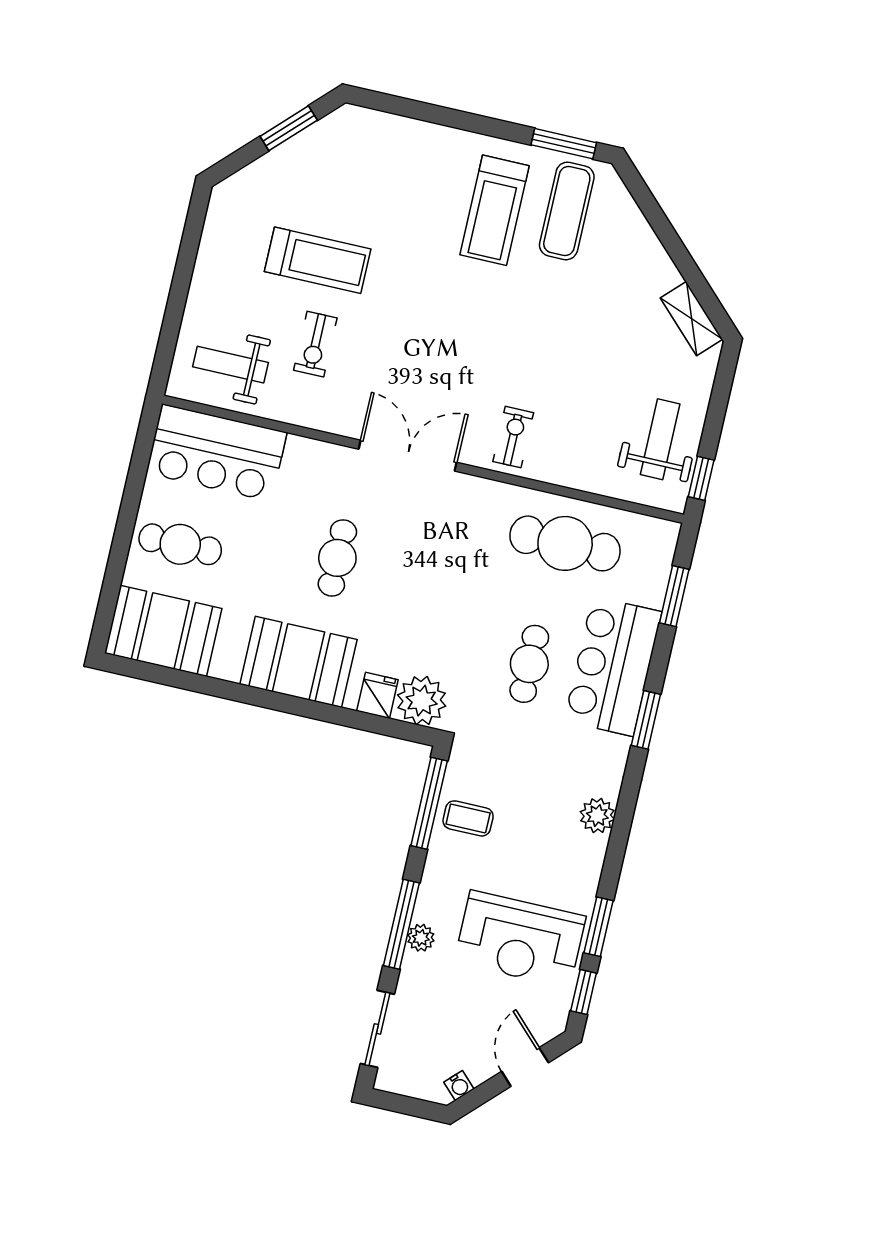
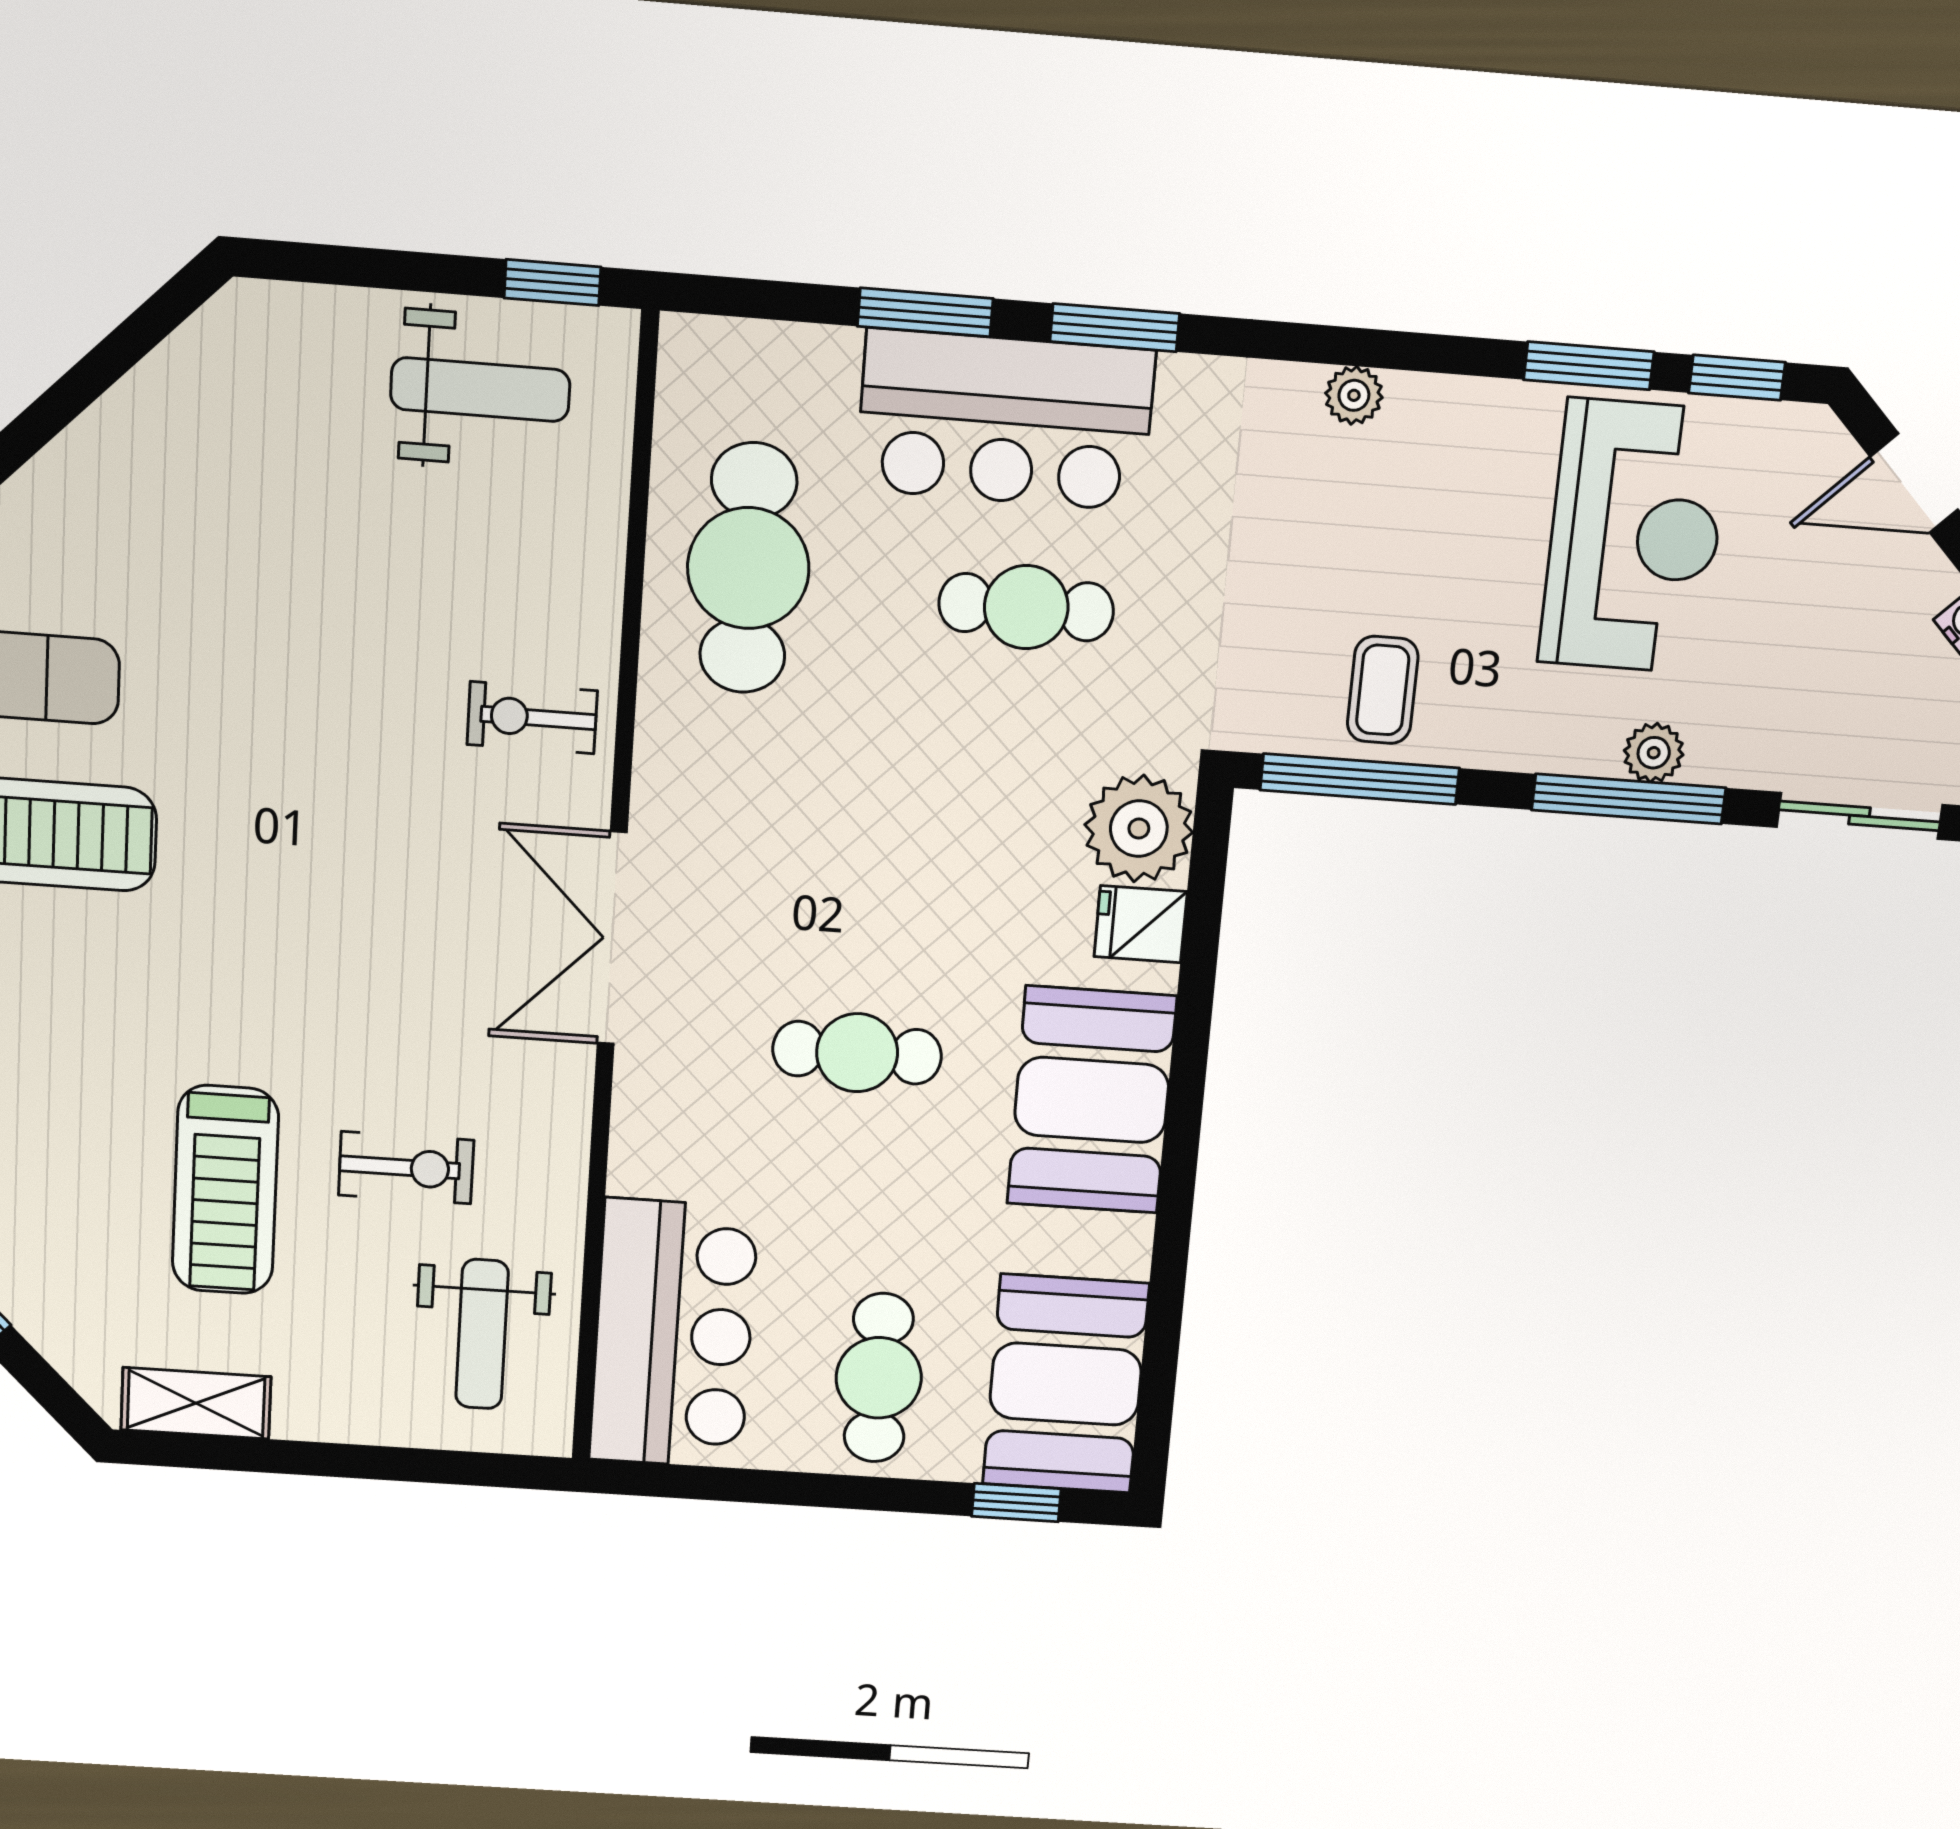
treadmill: (318, 260) -> (225, 1190), turned 180
shelving: (691, 319) -> (196, 1403), moved, turned 45
weight bench: (660, 439) -> (480, 390), turned 180
window: (674, 596) -> (925, 312), moved
window: (108, 600) -> (1016, 1503), added
plant: (597, 816) -> (1354, 395), width x0.73, depth x0.73

